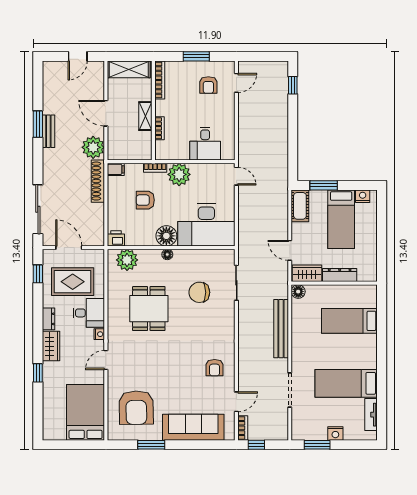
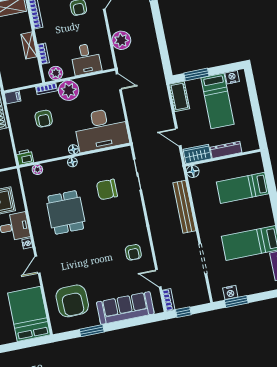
plant: (248, 131) -> (121, 40), added
plant: (169, 152) -> (56, 73), added
armchair: (145, 200) -> (44, 119), turned -90
floor lamp: (166, 236) -> (73, 149), width x0.53, depth x0.53
plant: (127, 260) -> (37, 170), width x0.53, depth x0.53
door: (236, 402) -> (158, 278), swing flipped
nightstand: (335, 433) -> (230, 292), moved

